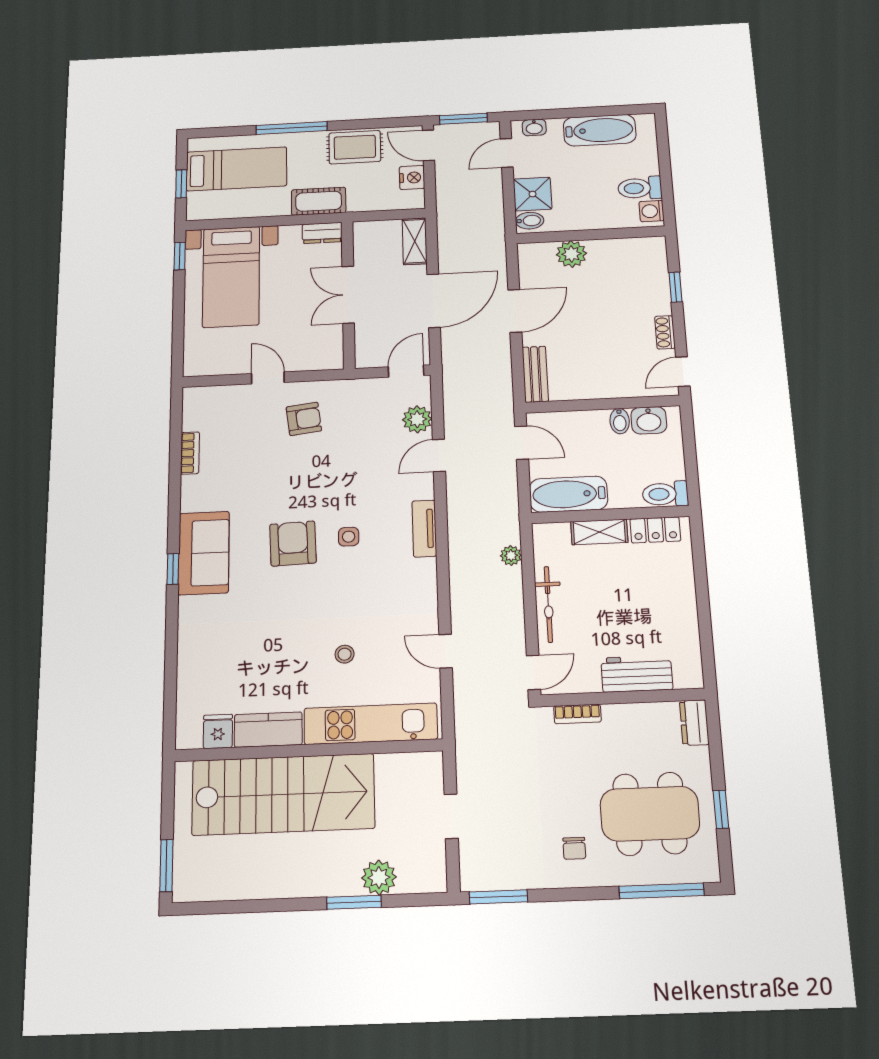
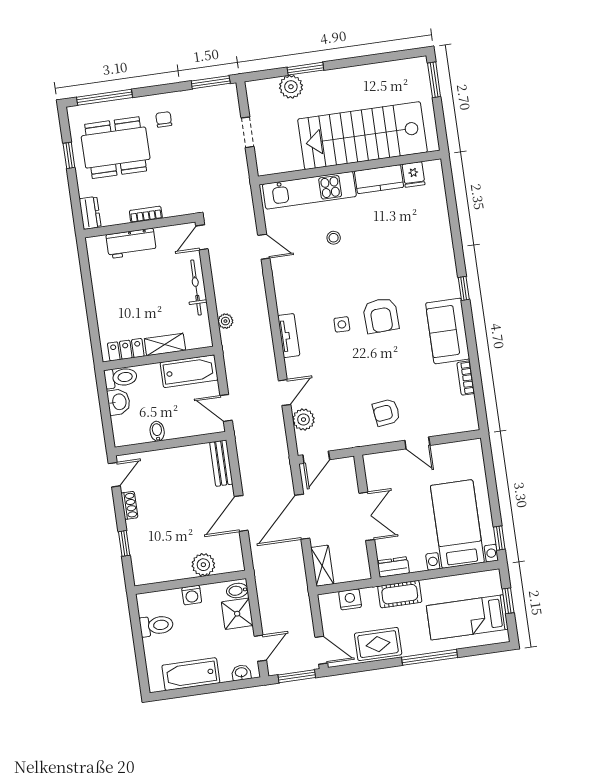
nightstand: (412, 178) -> (350, 599), moved, turned 90
washing machine: (652, 211) -> (192, 595), moved, turned 90
washbasin: (649, 420) -> (119, 402), moved, turned 90
sofa: (204, 553) -> (448, 331), moved
bookcase: (577, 714) -> (146, 214), moved

